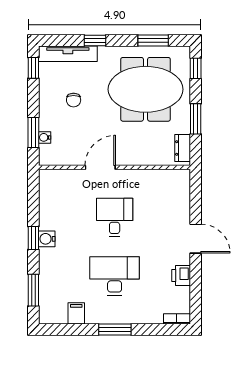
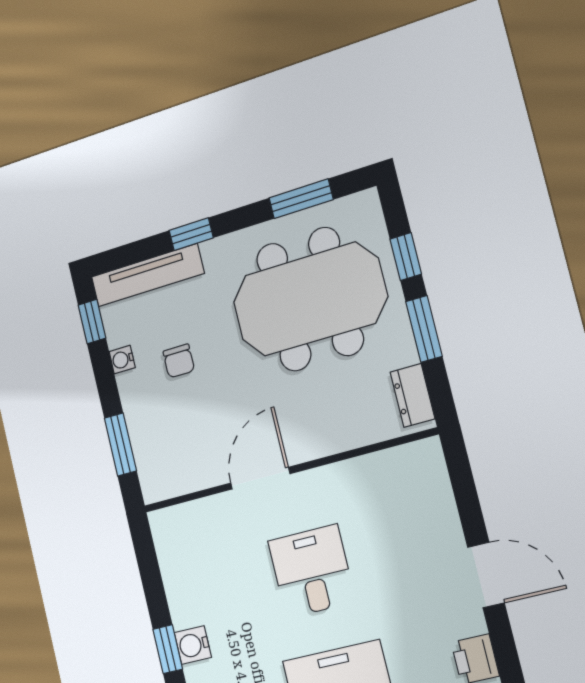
window: (196, 68) -> (406, 256), moved
water cooler: (45, 137) -> (122, 360), moved

